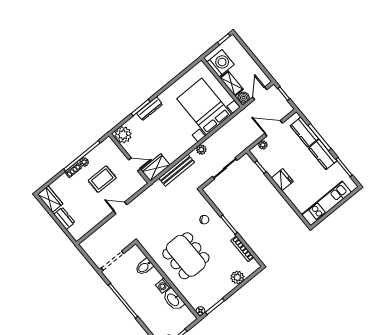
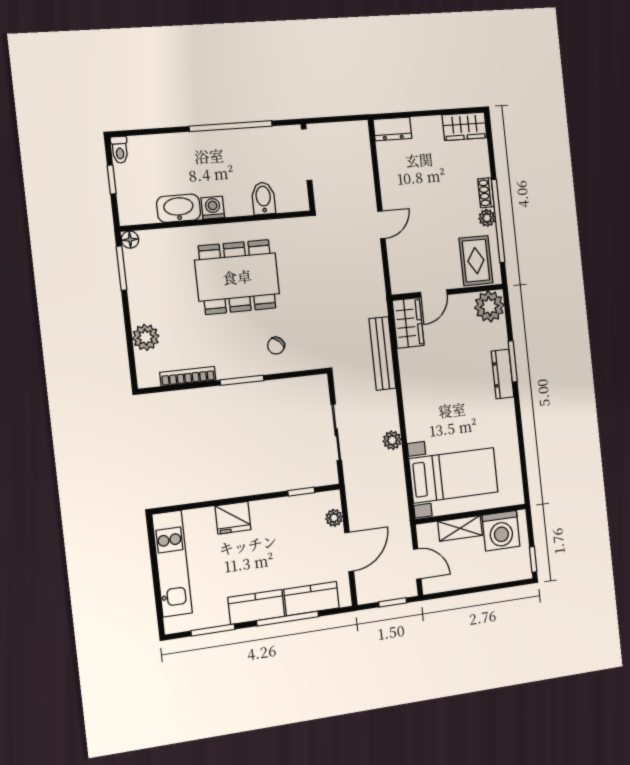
boiler: (243, 98) -> (427, 534), removed
bed with nightstands: (204, 107) -> (454, 475), width x0.73
plant: (201, 150) -> (392, 440), moved
rug: (102, 179) -> (476, 261), moved
fridge: (282, 180) -> (233, 518), moved
dresser: (64, 218) -> (392, 129), moved

